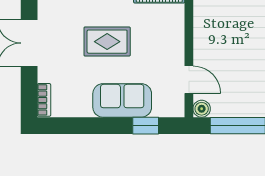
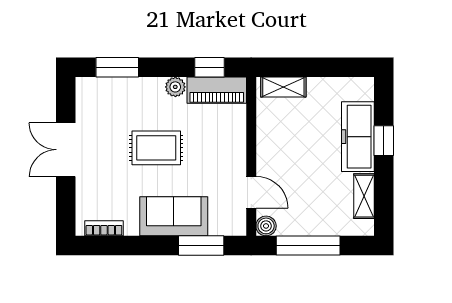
bookcase: (44, 100) -> (104, 228), moved, turned -90
window: (146, 126) -> (201, 246), width x1.50

